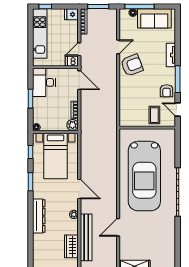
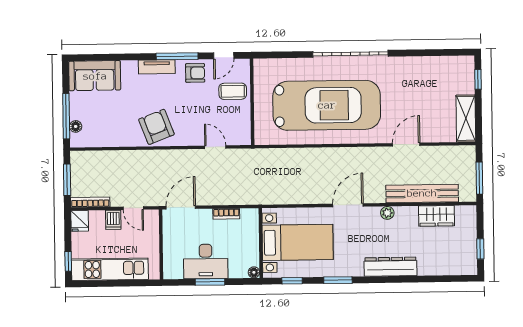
sofa: (154, 18) -> (95, 76), moved, turned 90
door: (118, 47) -> (215, 147), moved
tv unit: (171, 55) -> (157, 67), moved
dishwasher: (72, 61) -> (113, 220), moved
desk: (44, 82) -> (206, 261), moved
plant: (73, 125) -> (250, 217), removed
door: (118, 227) -> (406, 145), swing flipped

